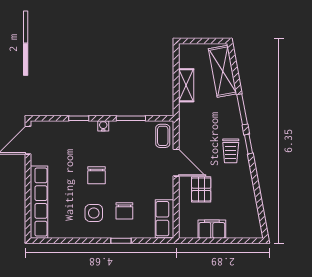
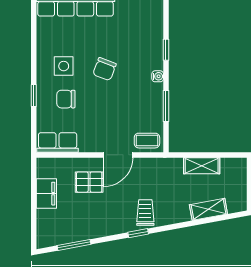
shelving: (223, 71) -> (208, 209), width x0.67, depth x0.75
window: (242, 109) -> (74, 245), moved
trolley: (231, 151) -> (145, 213), moved, turned 90
chair: (97, 175) -> (105, 69), turned -69

